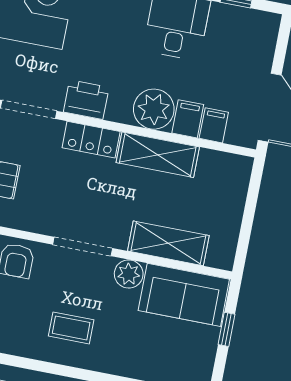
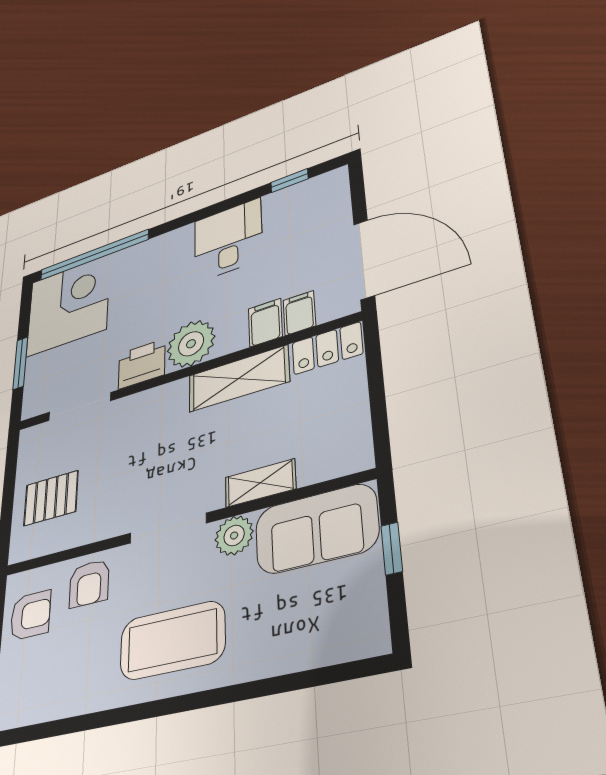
plant: (154, 109) -> (191, 344), moved
locker: (91, 140) -> (327, 348), moved
shelving: (168, 243) -> (260, 483), width x0.67, depth x0.75
coffee table: (71, 328) -> (172, 640), width x1.86, depth x1.72

